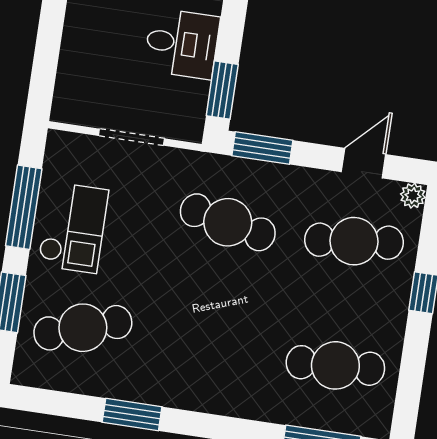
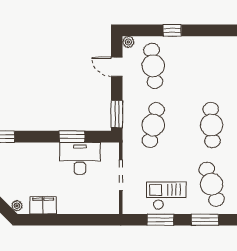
desk: (182, 44) -> (80, 158), width x1.37
window: (222, 90) -> (72, 137), moved
window: (24, 207) -> (160, 220), width x0.69
cafe table: (335, 365) -> (212, 125), moved

